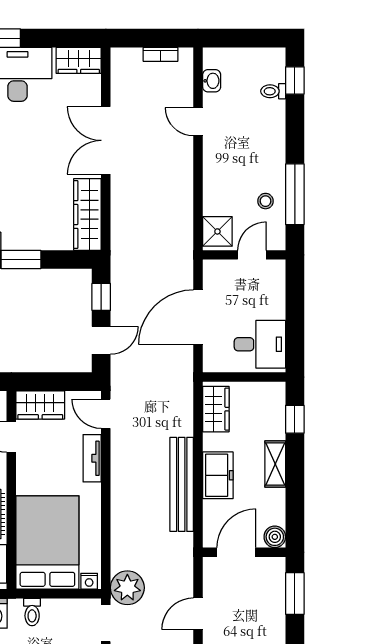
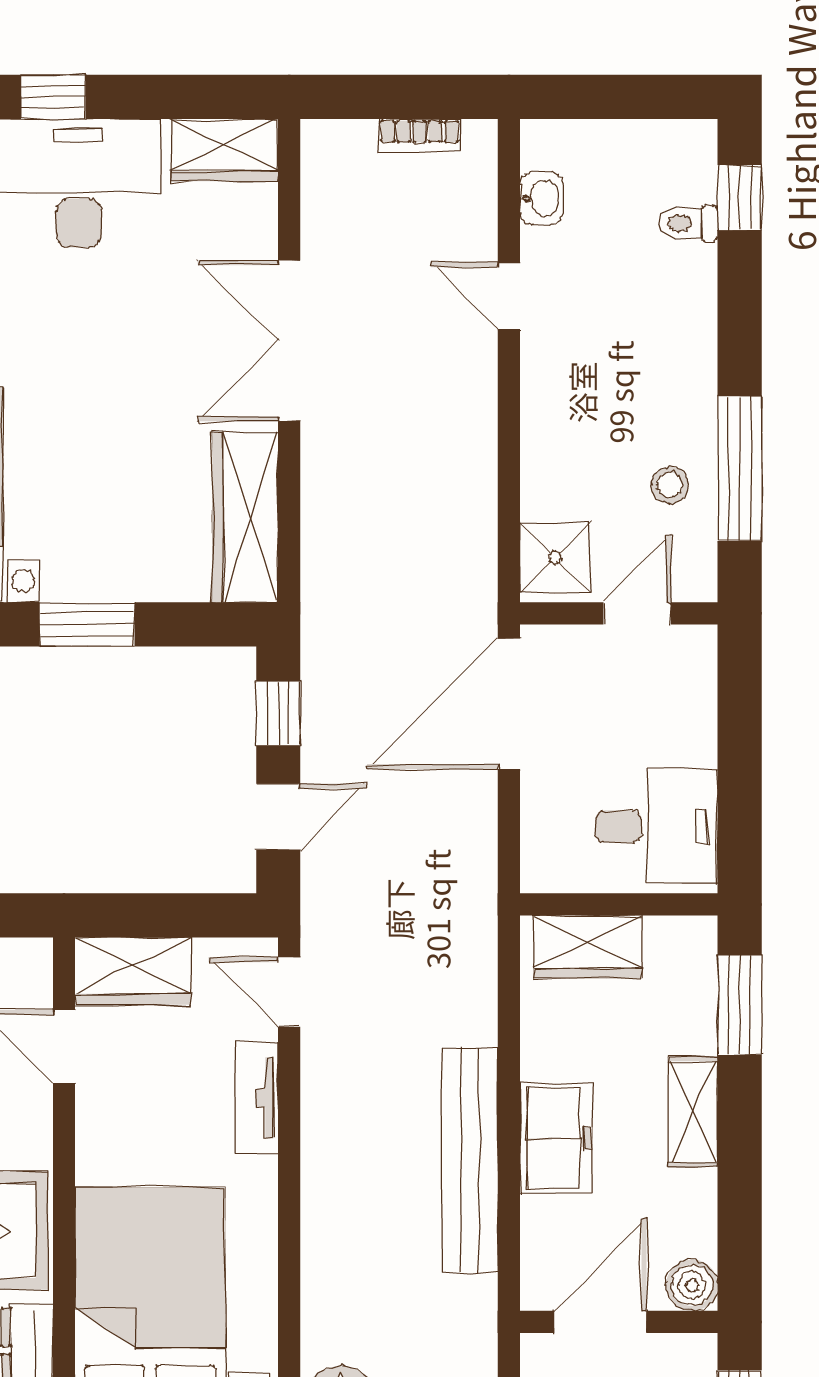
door: (198, 317) -> (509, 704), moved
wardrobe: (216, 409) -> (588, 947), moved, turned 90
window: (295, 419) -> (740, 1005), width x1.50

